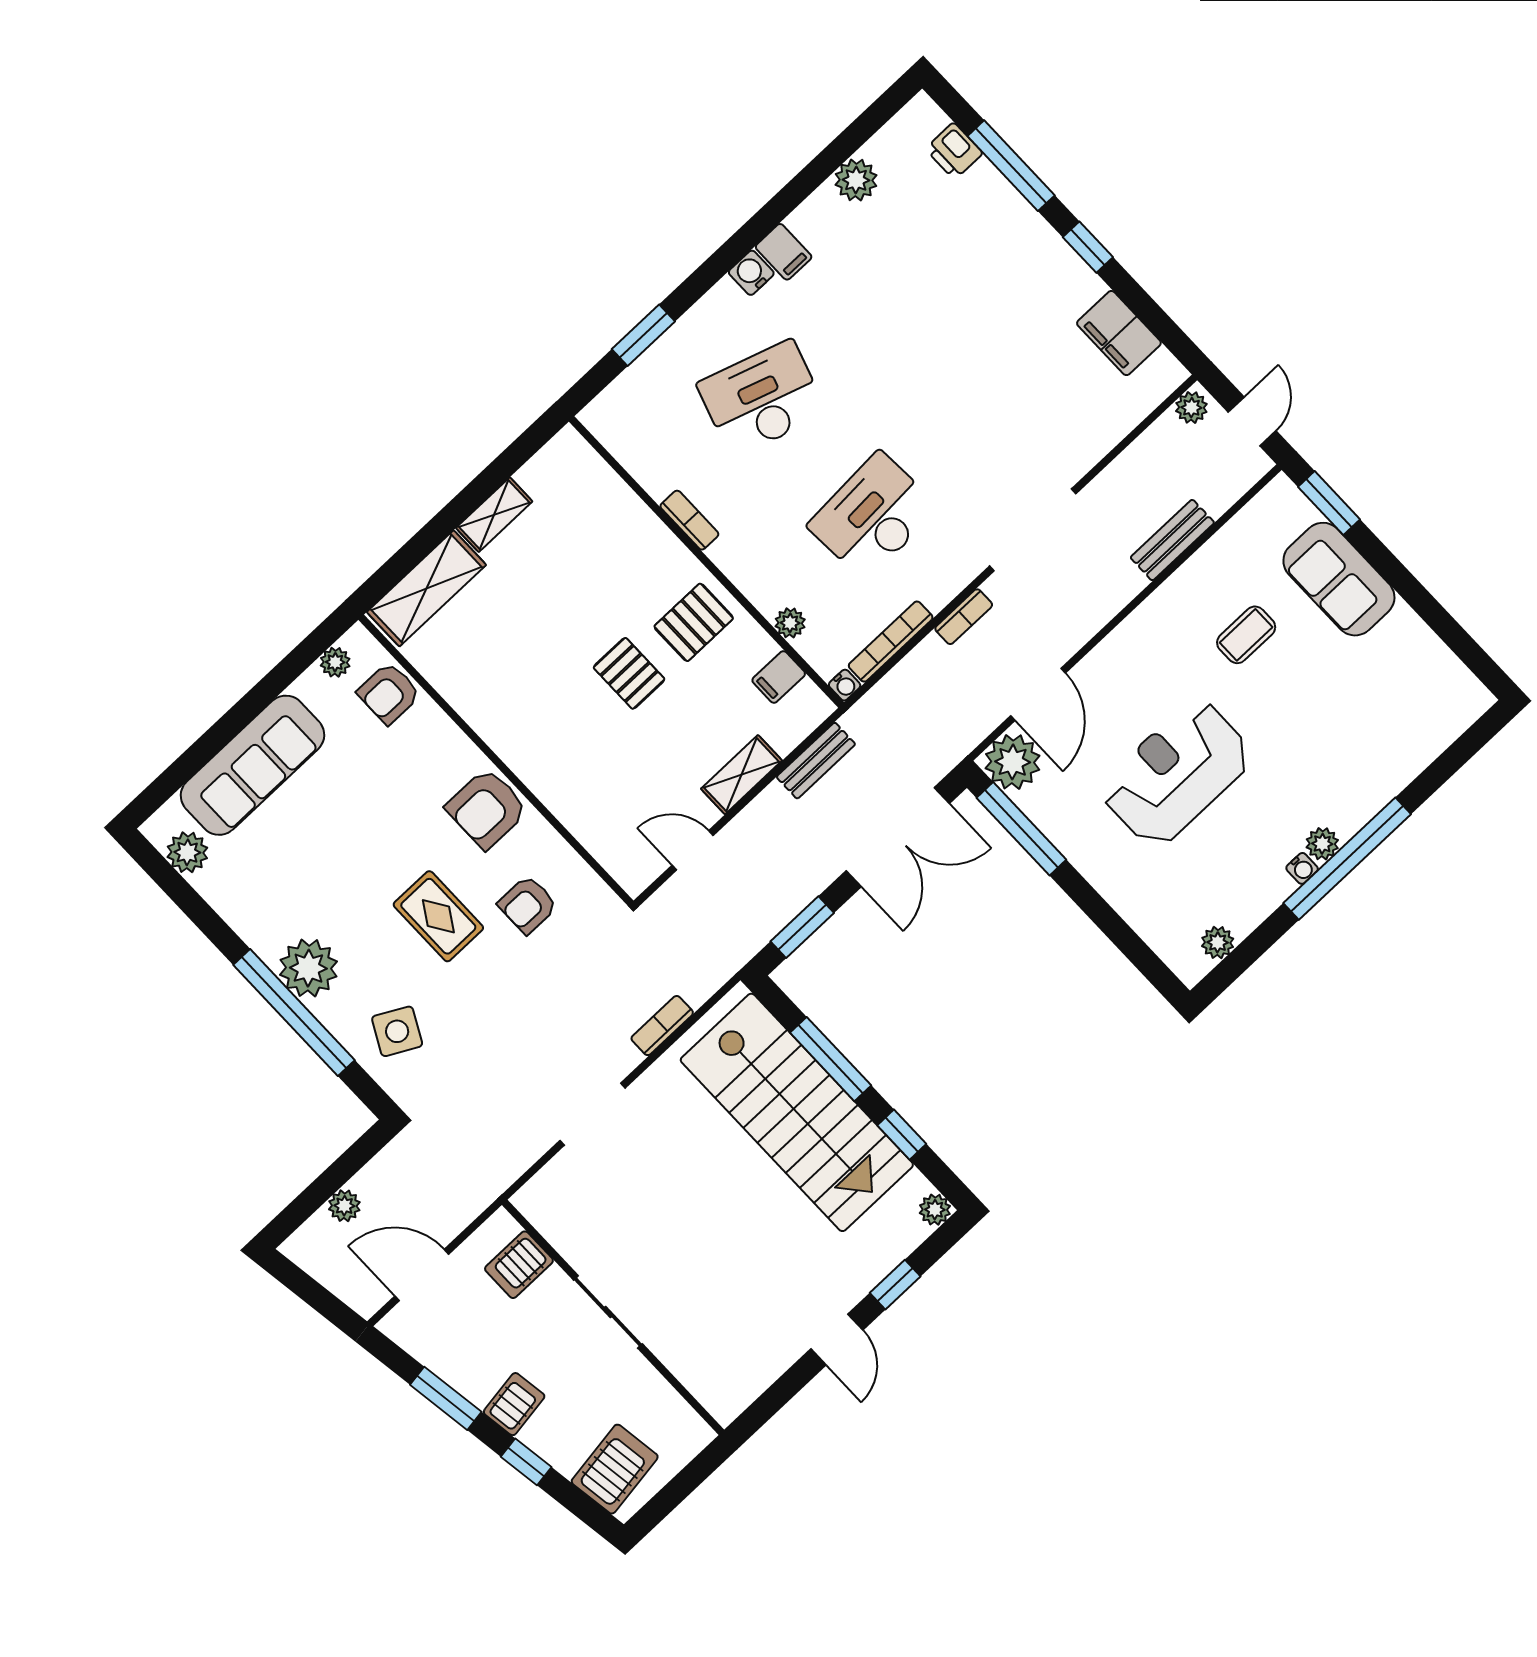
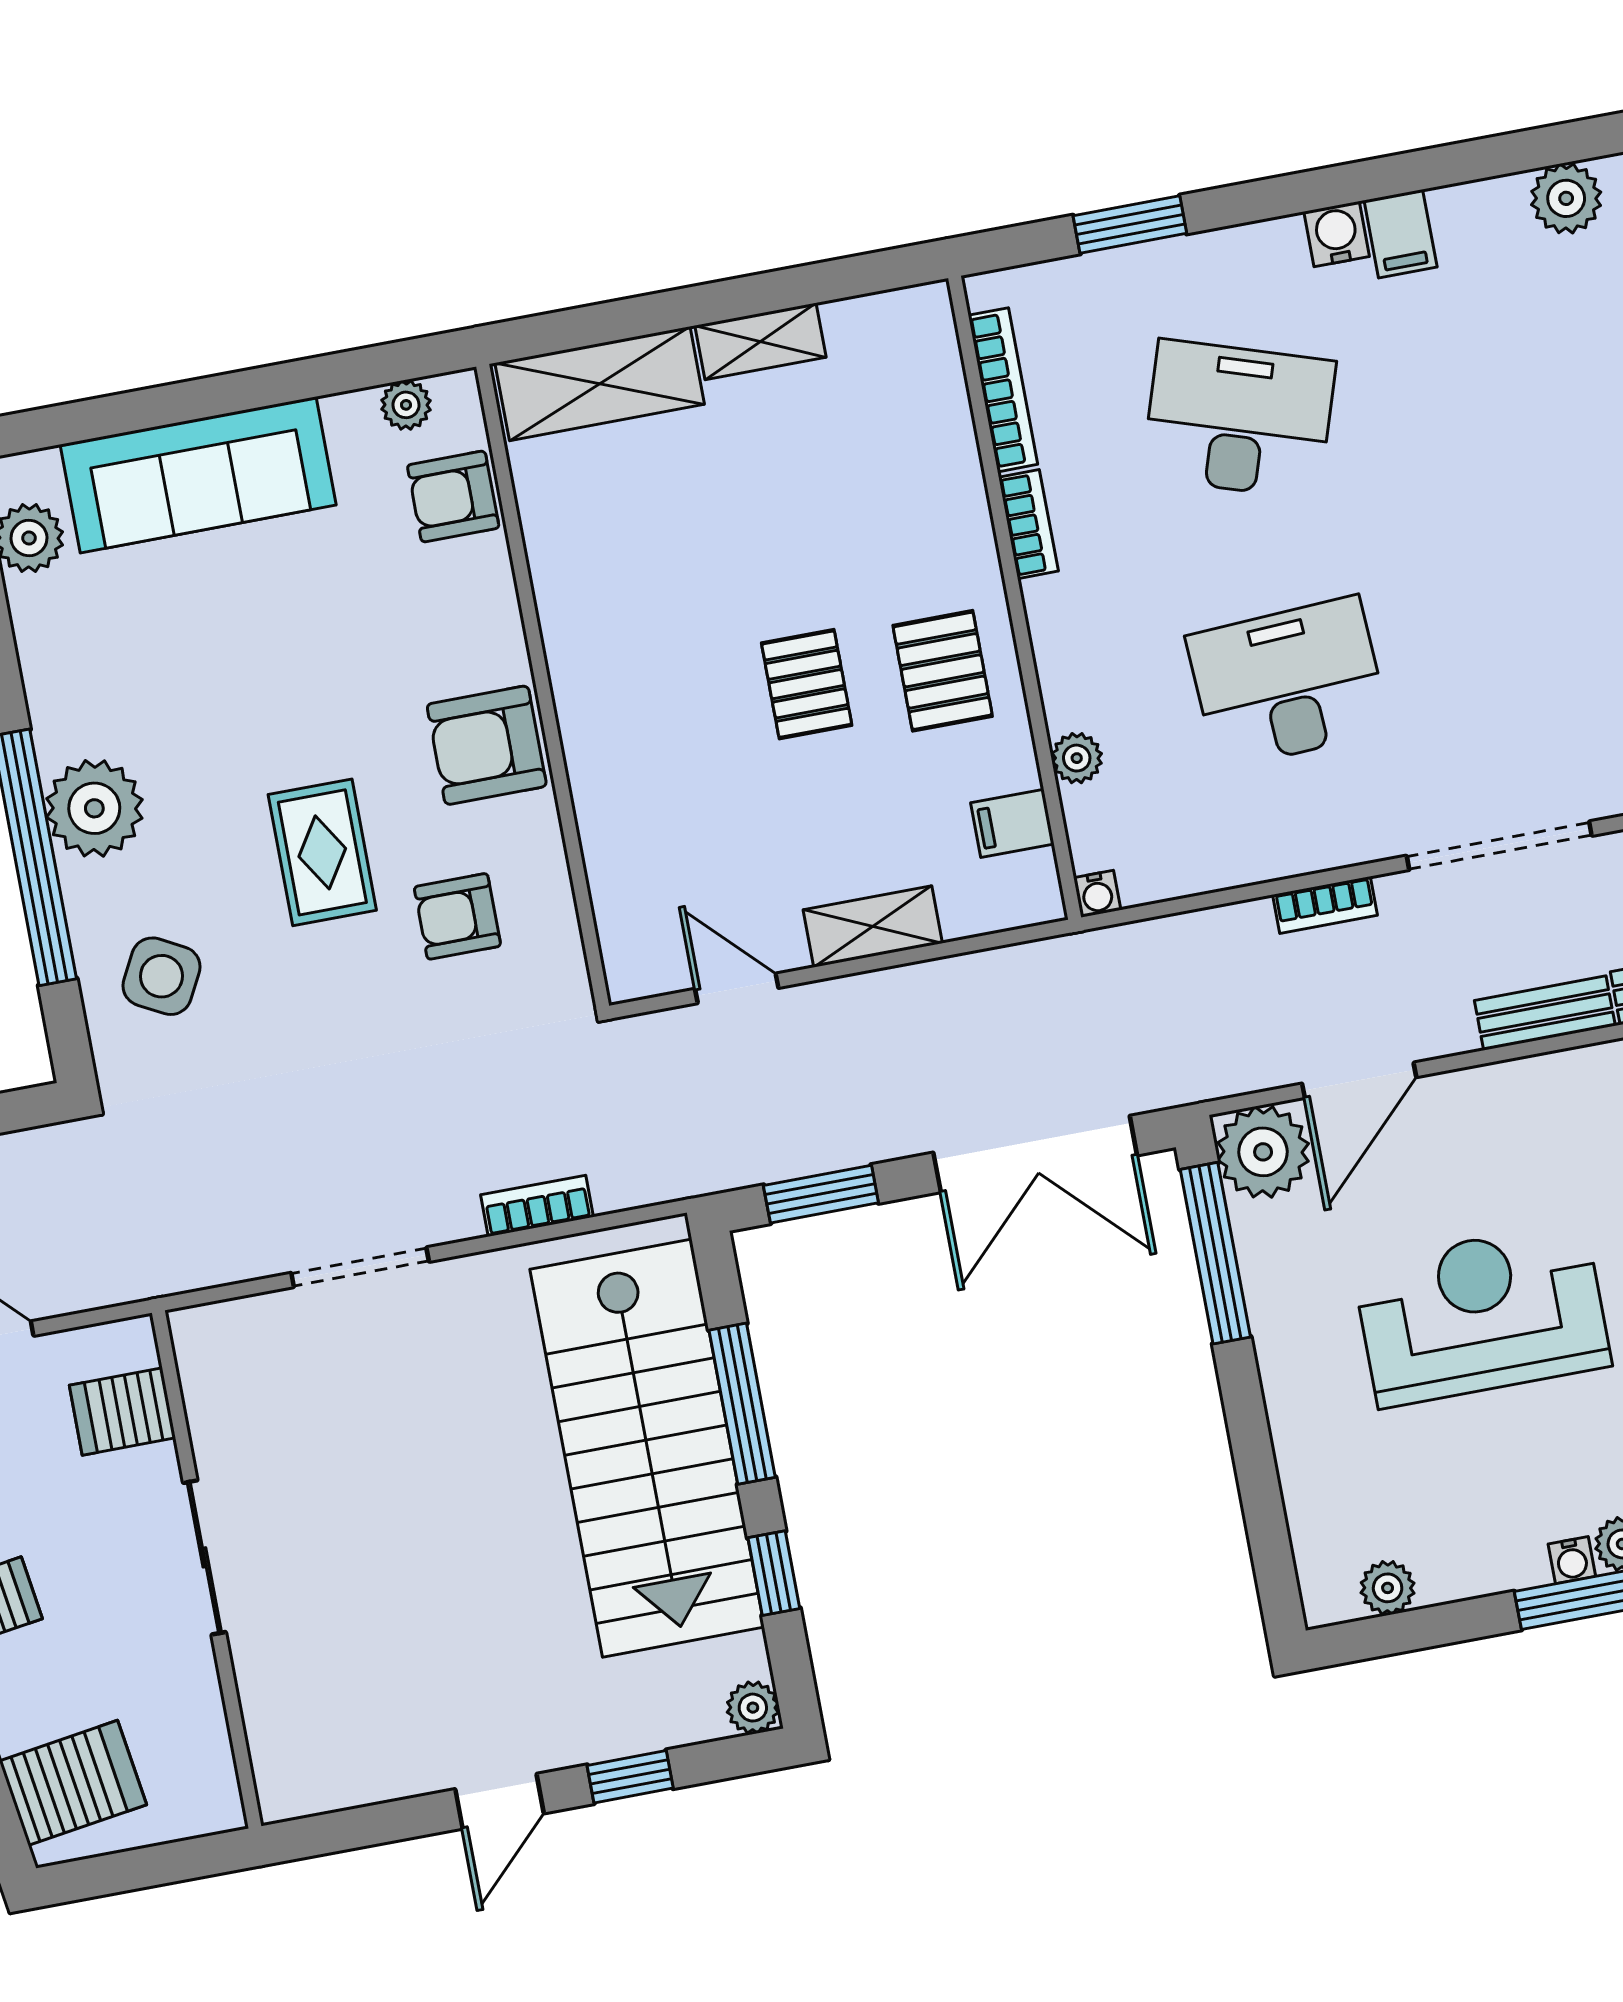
pallet: (694, 622) -> (943, 671), turned 90
bookcase: (891, 642) -> (1003, 390), moved, turned 90
bench: (816, 761) -> (1545, 1013), moved

